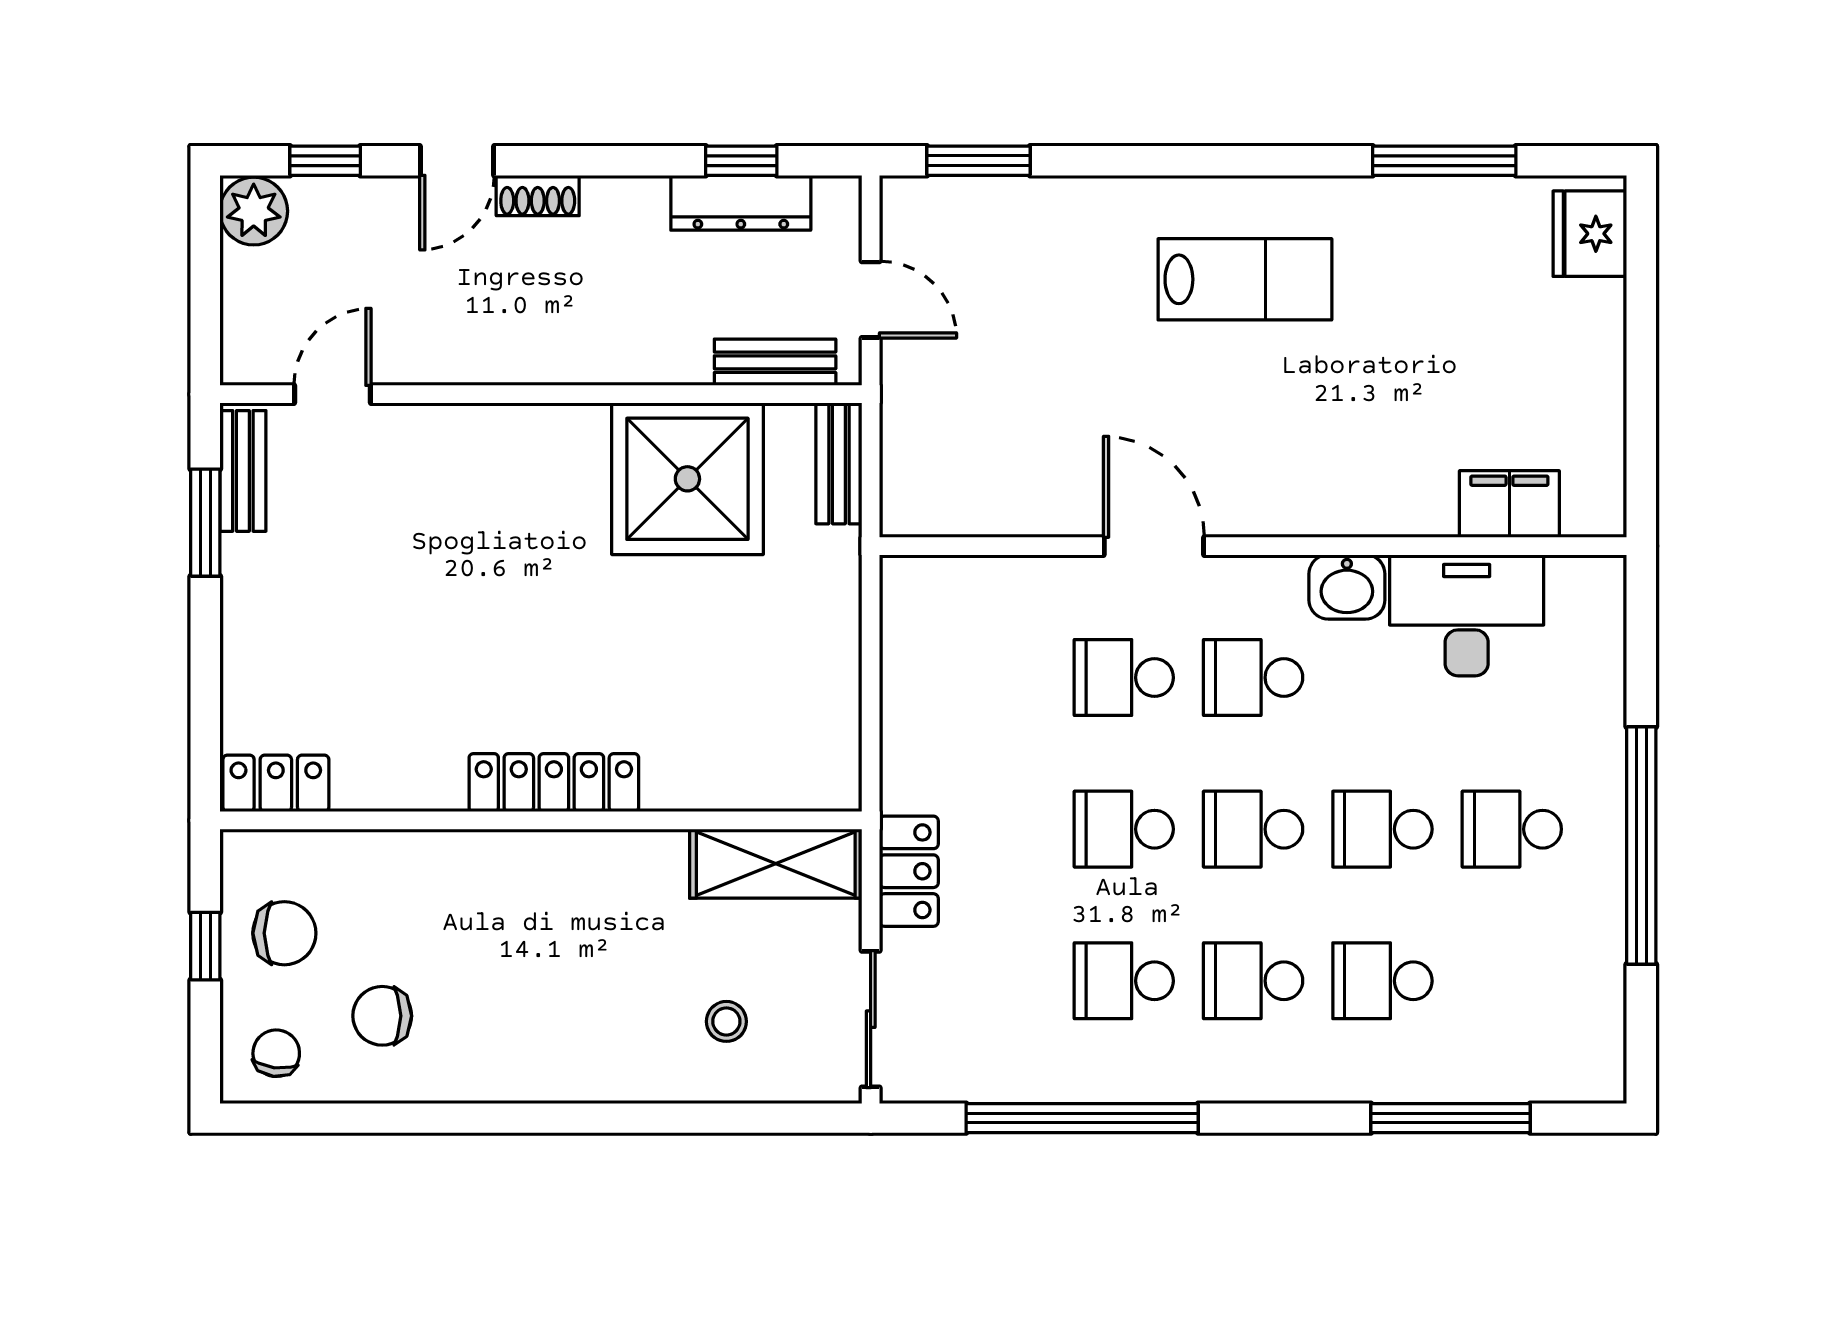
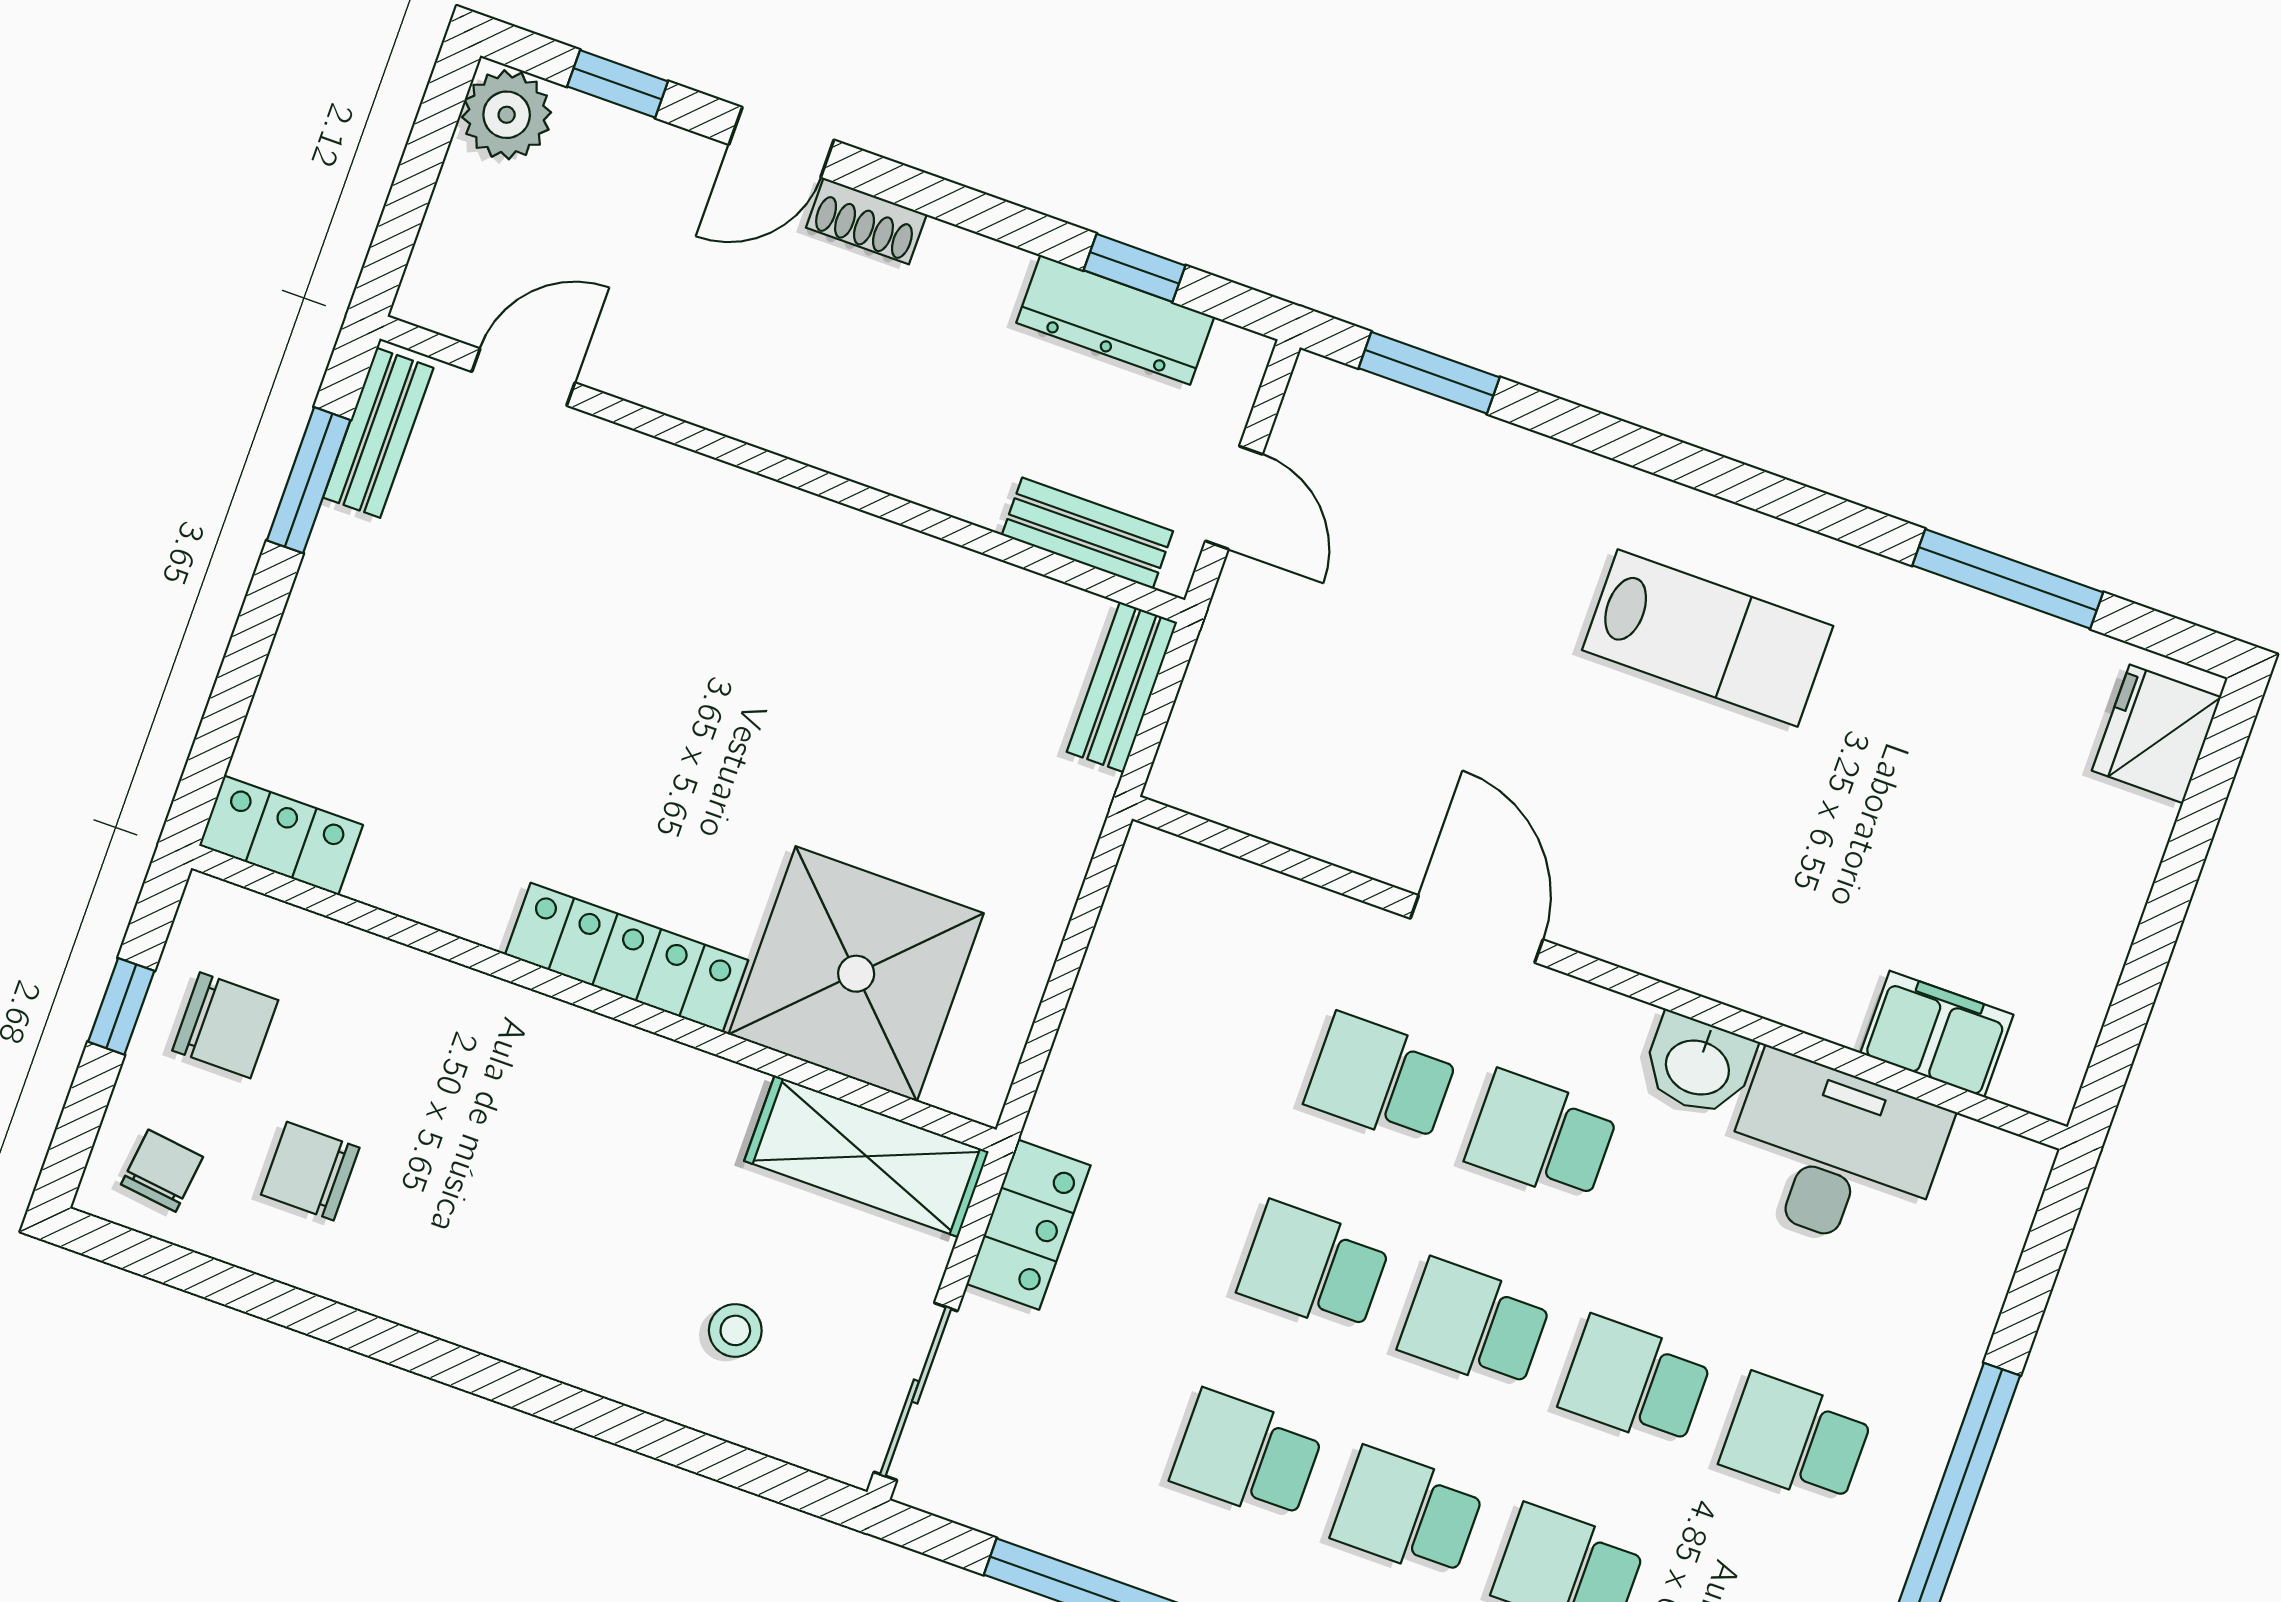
shower: (687, 479) -> (856, 974), moved

